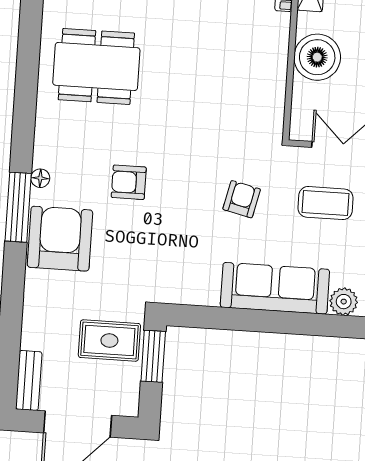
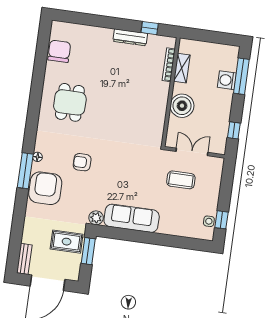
dining table: (96, 66) -> (70, 102), width x0.73
armchair: (242, 199) -> (139, 175), removed
sofa: (275, 288) -> (132, 218), moved
plant: (344, 302) -> (96, 218), moved

